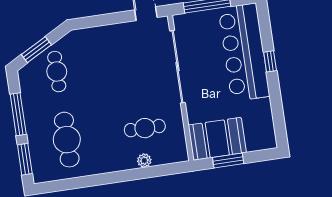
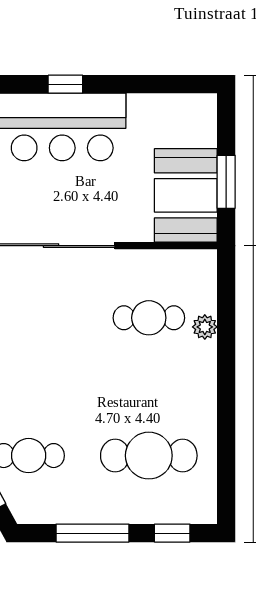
cafe table: (145, 128) -> (149, 318), turned 90
window: (25, 159) -> (172, 533), width x0.67

